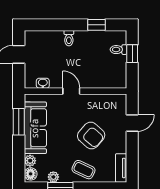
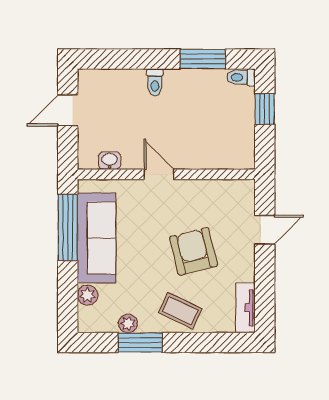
window: (96, 25) -> (203, 59), width x1.50
toilet: (118, 50) -> (241, 77), moved
window: (19, 122) -> (68, 227), width x1.44
armchair: (91, 135) -> (193, 251), turned -145
floor lamp: (31, 174) -> (88, 318), removed

